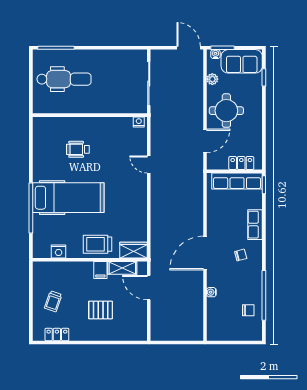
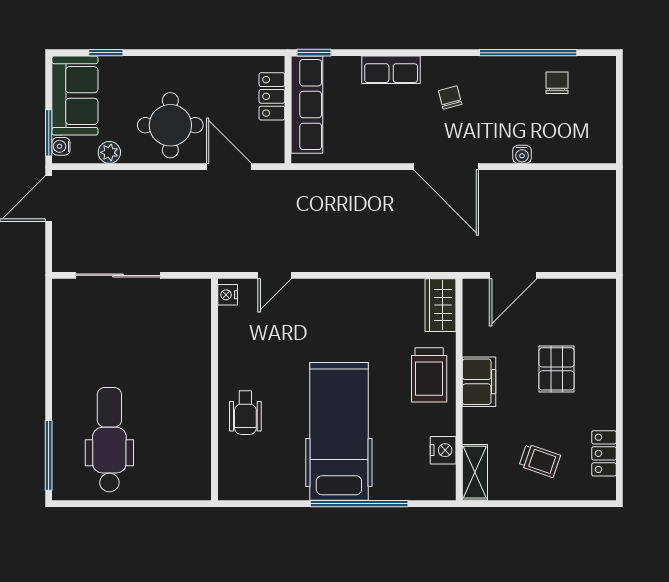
wall: (90, 115) -> (215, 390), moved
nightstand: (139, 122) -> (228, 295), moved
shelving: (122, 268) -> (475, 472), moved
filing cabinet: (100, 270) -> (479, 382), width x2.00

